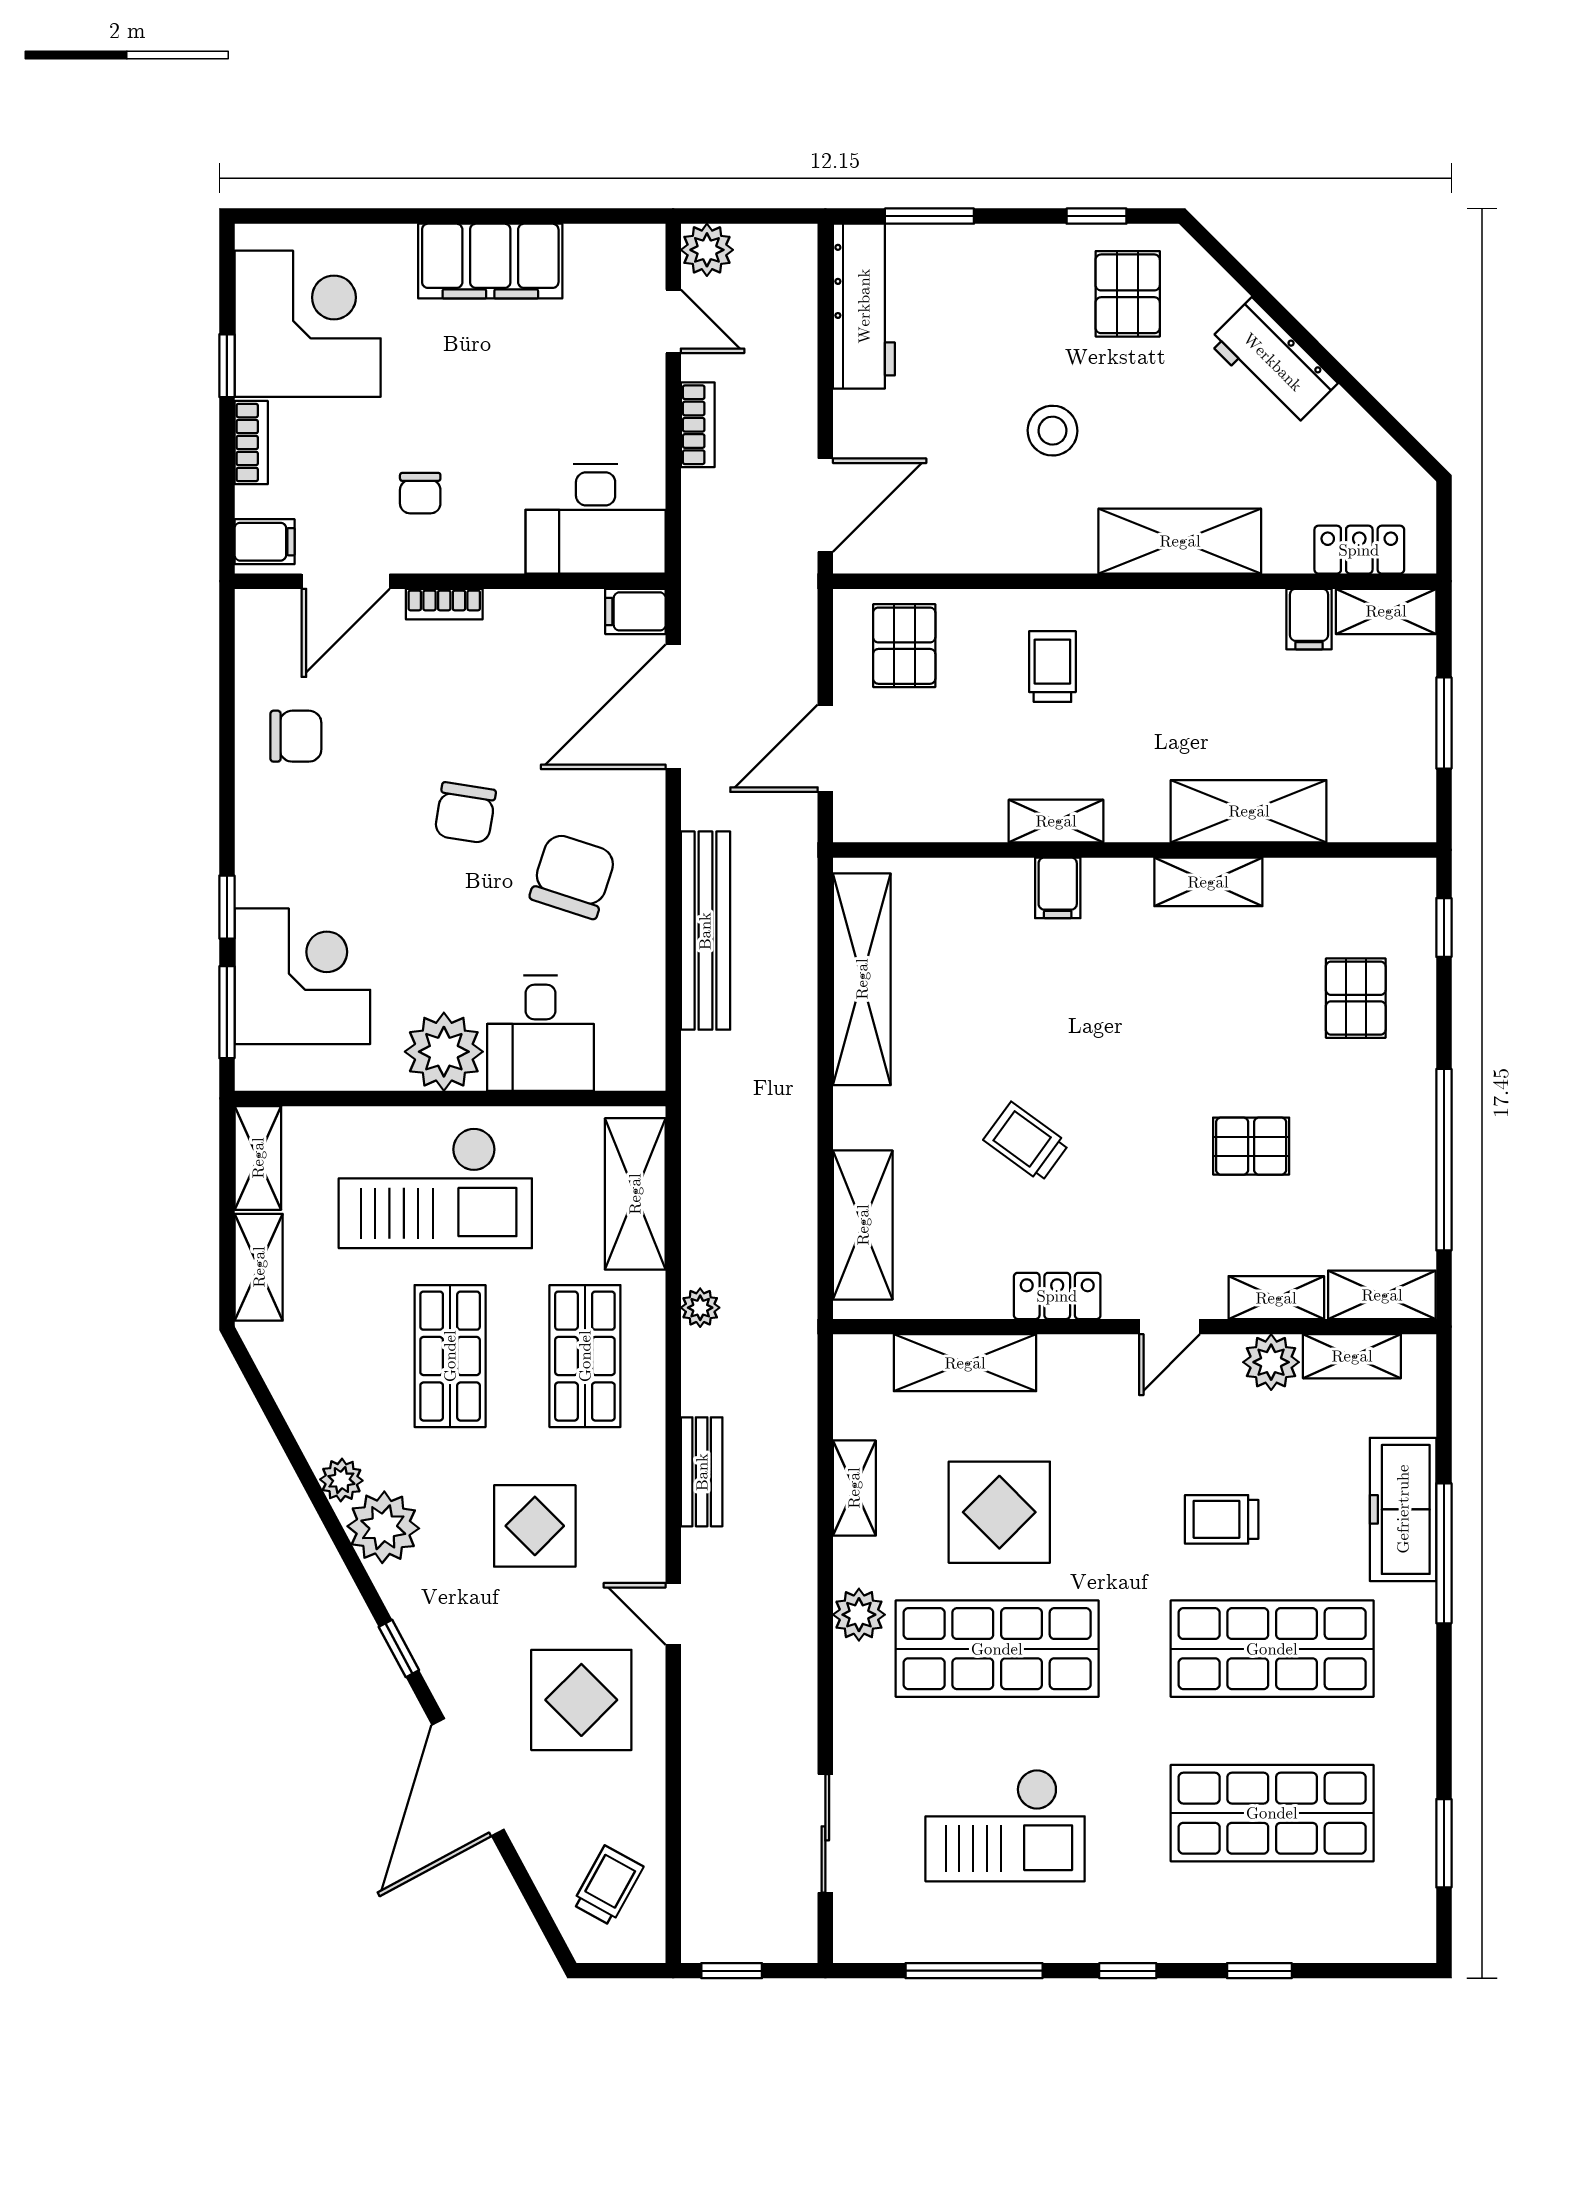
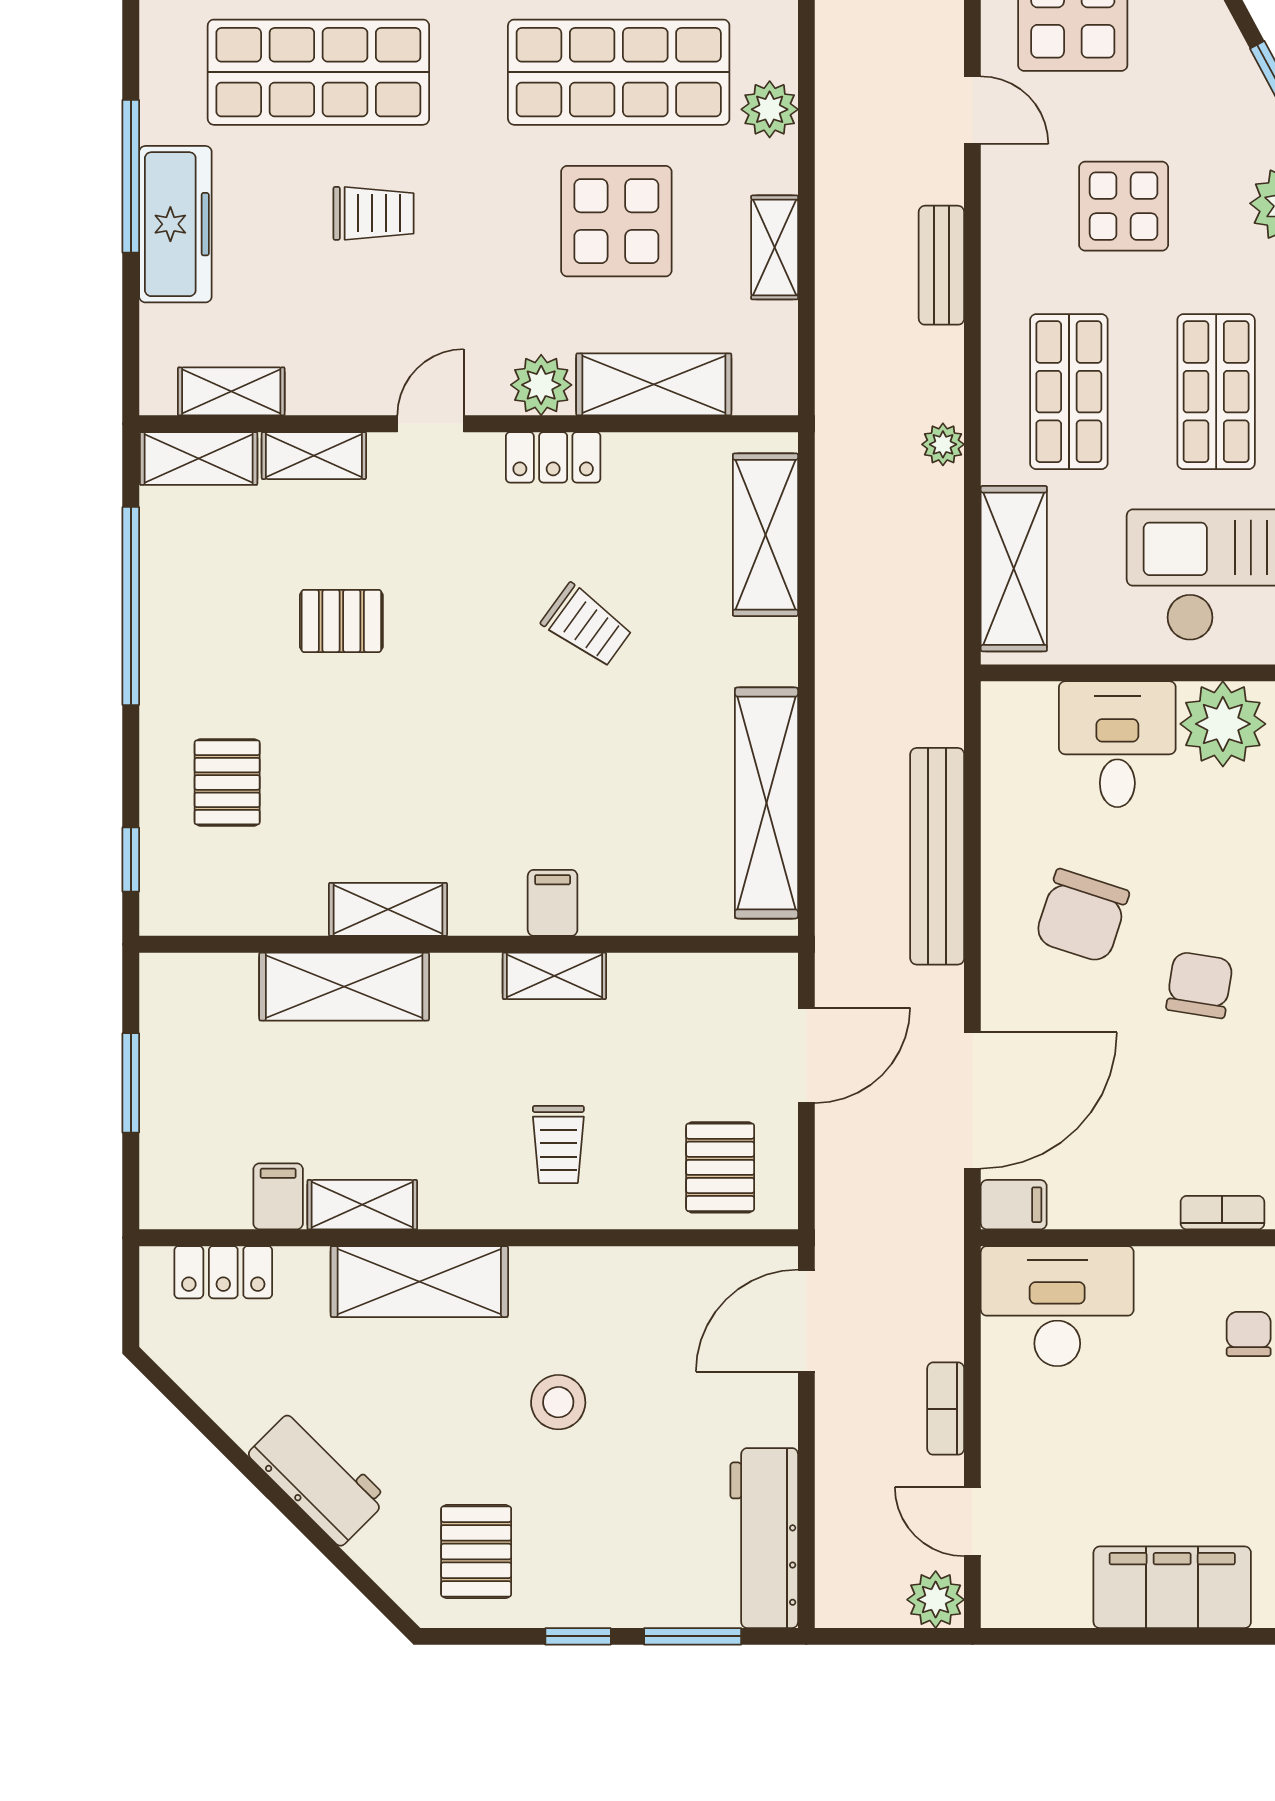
window: (1097, 216) -> (578, 1636), moved
shelving: (1386, 611) -> (362, 1205), moved
plant: (1271, 1362) -> (541, 385), moved

